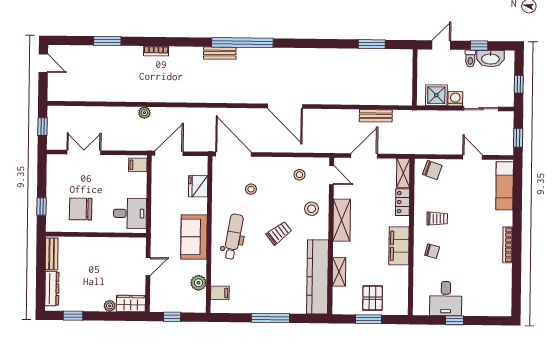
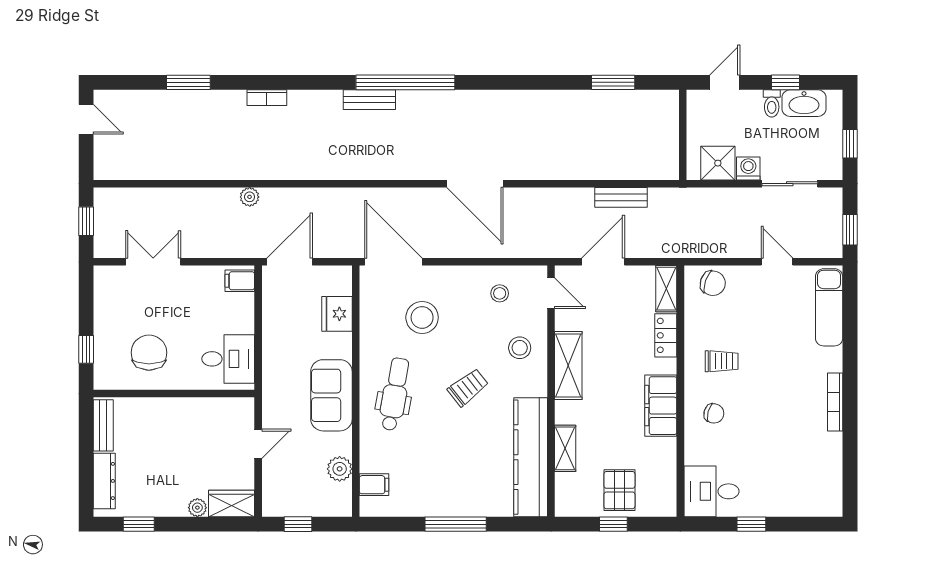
stool: (251, 189) -> (422, 317), width x1.89, depth x1.89
chair: (81, 209) -> (149, 353), turned 90
desk: (446, 299) -> (711, 491), moved, turned 90
window: (368, 319) -> (613, 524), width x0.67

